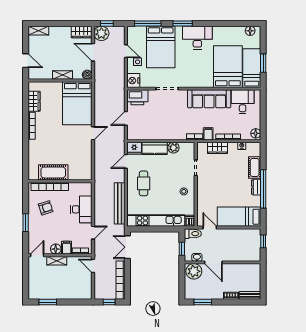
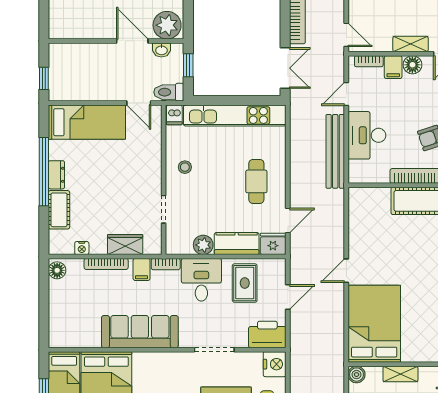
desk: (243, 102) -> (201, 280), moved, turned 180
rug: (150, 126) -> (245, 283), added
bench: (120, 203) -> (335, 151), moved

